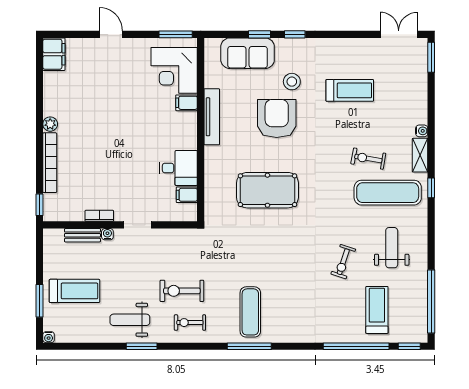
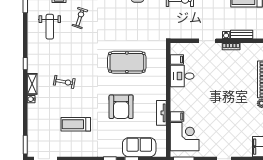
stool: (292, 82) -> (112, 130), removed
tv unit: (212, 117) -> (161, 113), width x0.71
exercise mat: (388, 193) -> (52, 61), removed

